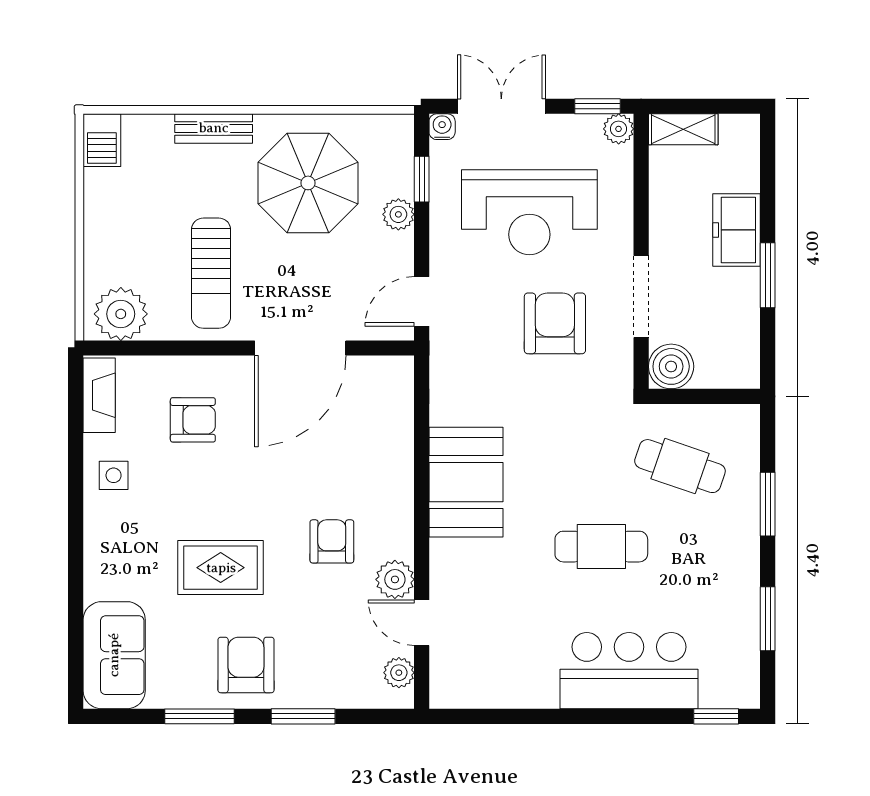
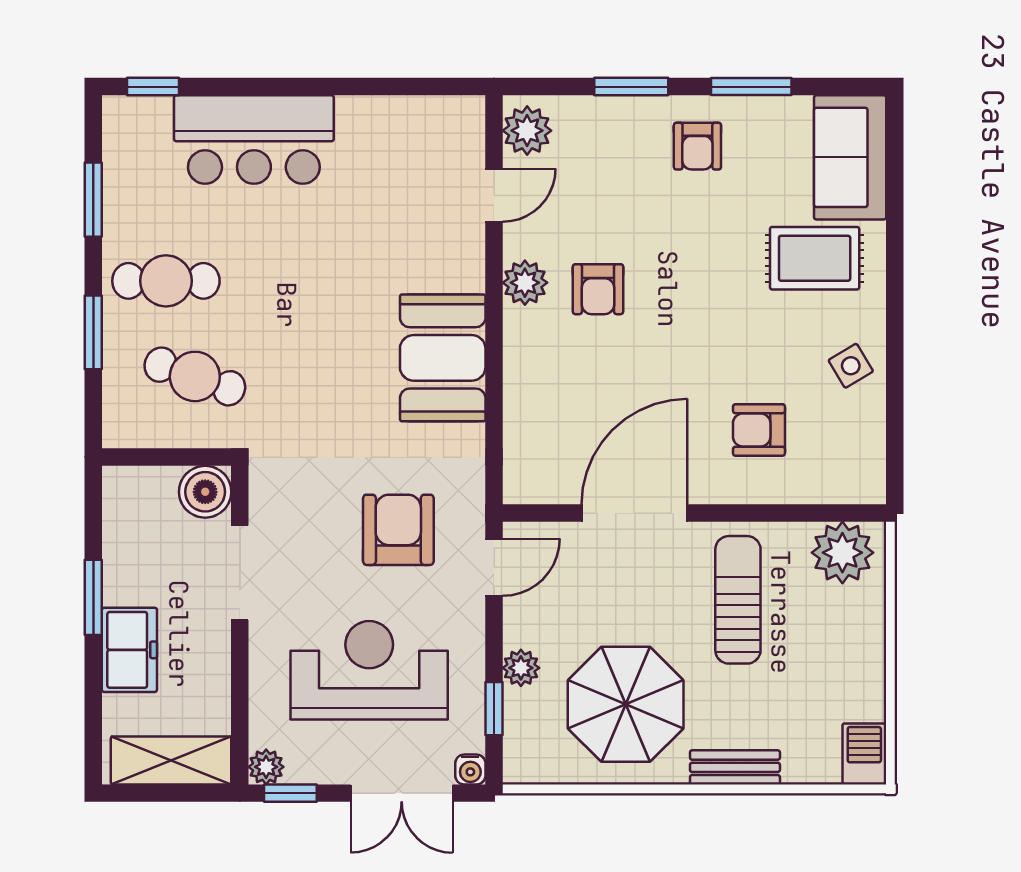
shelving: (683, 129) -> (171, 760), width x1.50, depth x1.33
armchair: (555, 323) -> (398, 530), moved, turned 180
fireplace: (99, 395) -> (868, 458), removed
side table: (114, 475) -> (851, 366), turned -31
cafe table: (601, 547) -> (166, 281), moved
rug: (221, 568) -> (815, 258), moved
plant: (395, 579) -> (525, 283), moved
door: (422, 623) -> (494, 195), hinge flipped
armchair: (246, 665) -> (697, 146), width x0.72, depth x0.72
plant: (399, 673) -> (527, 131), width x1.38, depth x1.38

